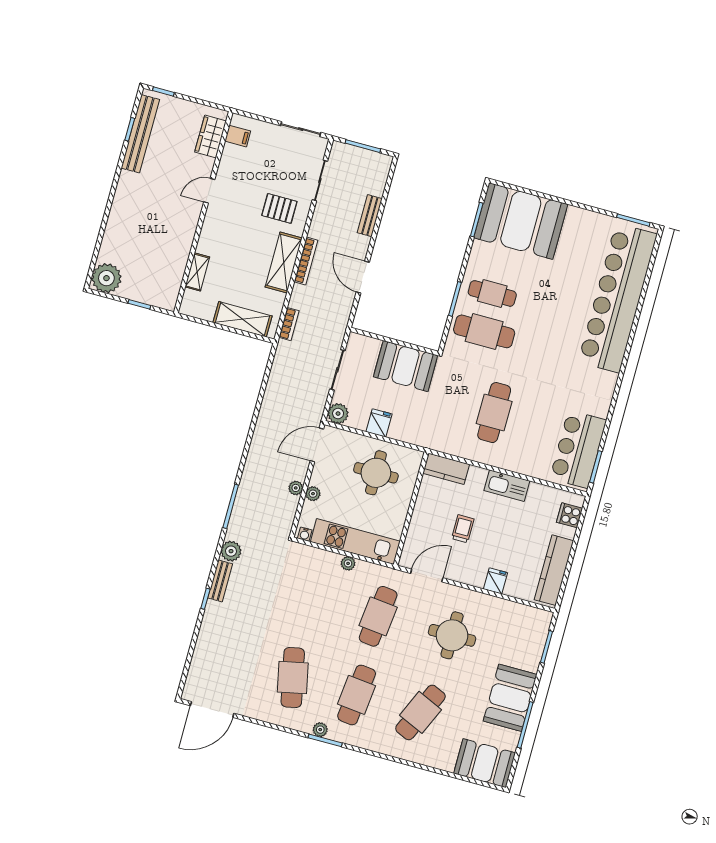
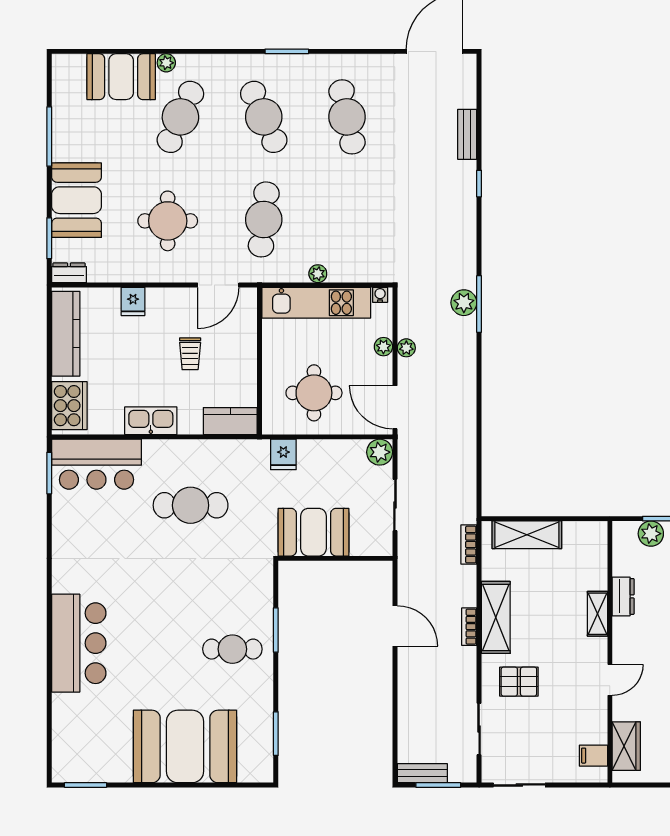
bench: (370, 216) -> (422, 773), moved, turned 90
booth: (521, 221) -> (185, 746), moved
dresser: (182, 252) -> (623, 596), added
bookcase: (306, 261) -> (469, 627), width x0.64
shelving: (197, 272) -> (597, 614), moved
plant: (147, 294) -> (651, 534), added
bar counter: (618, 298) -> (79, 643), width x0.54
cafe table: (484, 331) -> (230, 600), removed
cafe table: (494, 413) -> (191, 505), turned 90
fridge: (379, 423) -> (283, 454), moved
door: (317, 445) -> (395, 407), swing flipped
bar counter: (578, 449) -> (96, 464), moved, turned 90
cooker: (569, 515) -> (69, 406), width x1.87, depth x1.31
plant: (231, 551) -> (464, 303), moved
bench: (220, 581) -> (467, 134), moved
dresser: (539, 616) -> (69, 273), added
cafe table: (357, 695) -> (264, 117), turned -30
booth: (510, 698) -> (76, 200), moved
plant: (320, 730) -> (166, 63), moved
booth: (485, 763) -> (121, 77), moved

